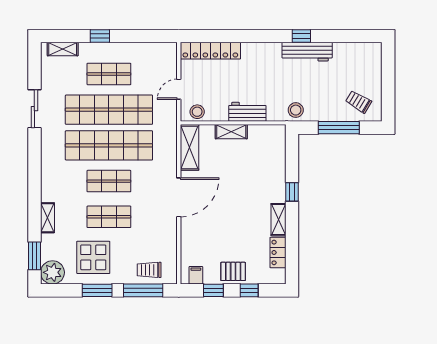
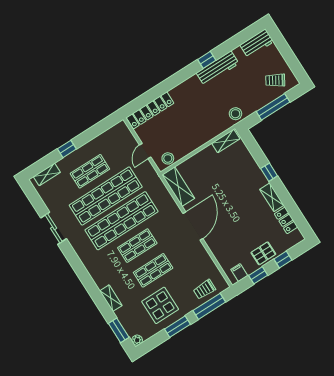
workbench: (247, 112) -> (257, 43), moved, turned 180
shelving: (231, 132) -> (226, 141), moved
plant: (52, 272) -> (137, 340), width x0.53, depth x0.53

